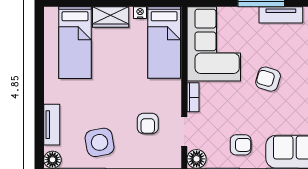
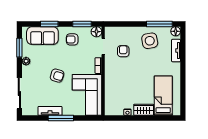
bed: (164, 42) -> (114, 96), removed

